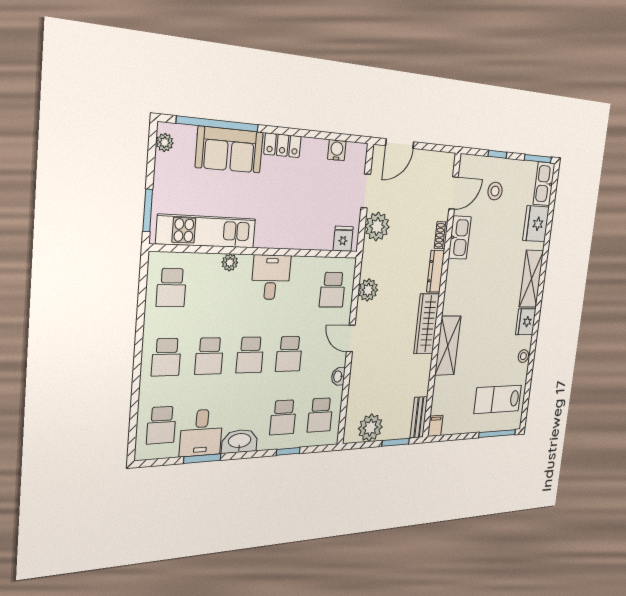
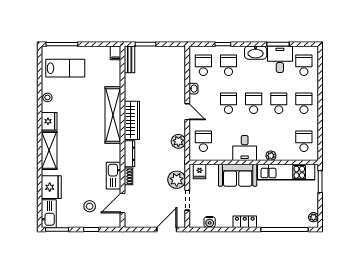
sofa: (229, 150) -> (238, 175), moved, turned 180
shelving: (448, 346) -> (113, 115), width x1.47
plant: (370, 428) -> (166, 55), removed

